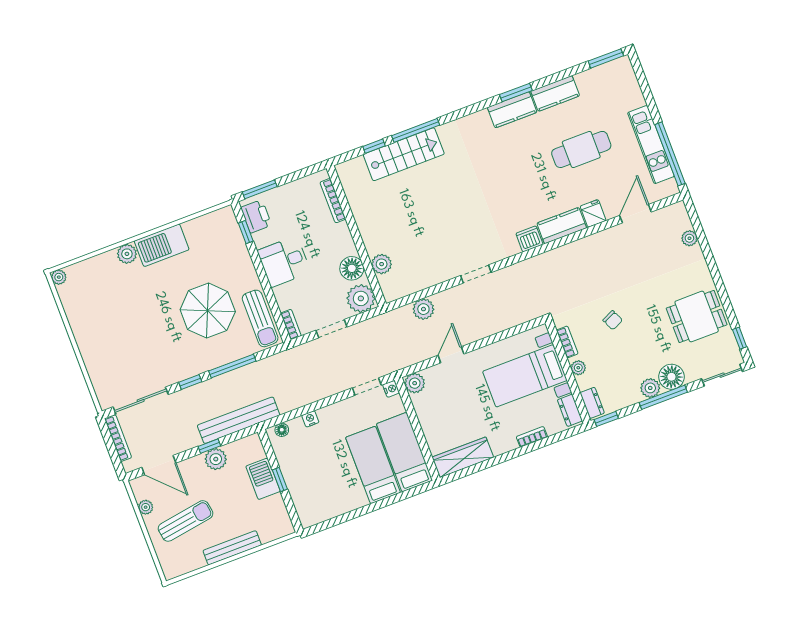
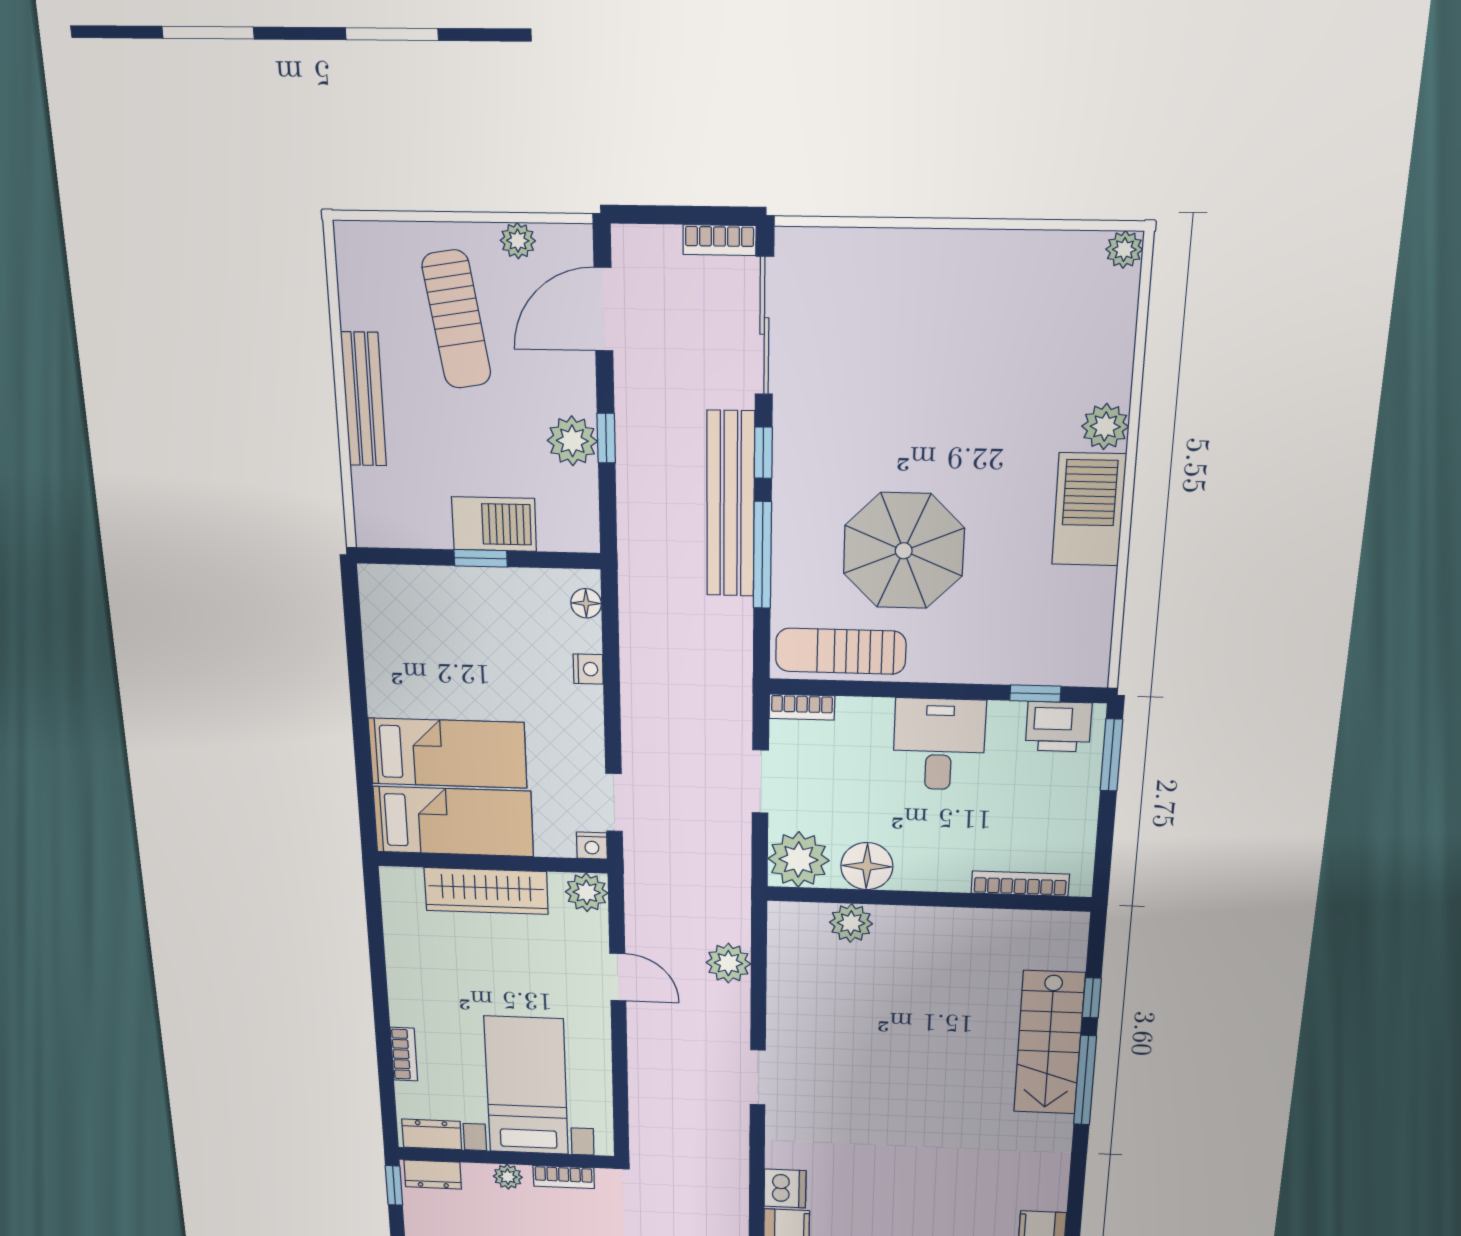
bench: (239, 420) -> (731, 504), moved
bookcase: (118, 438) -> (720, 240), width x0.64
wardrobe: (463, 457) -> (486, 891), moved, turned 90

